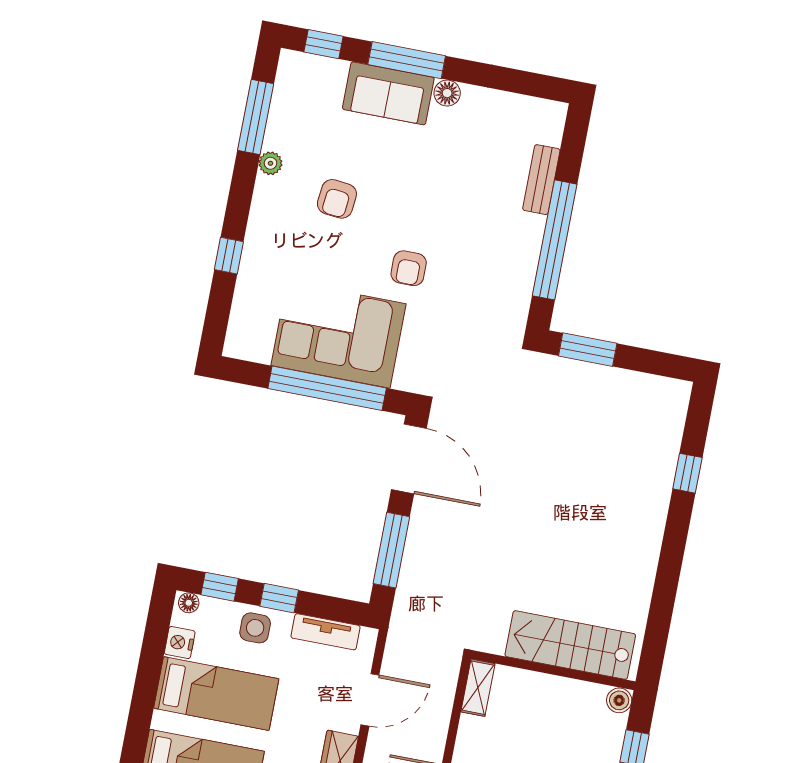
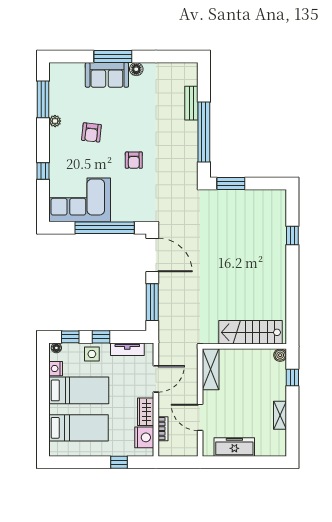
window: (323, 44) -> (70, 57), removed
corner sofa: (338, 335) -> (80, 200), moved
shelving: (478, 688) -> (211, 369), width x1.50, depth x1.33

